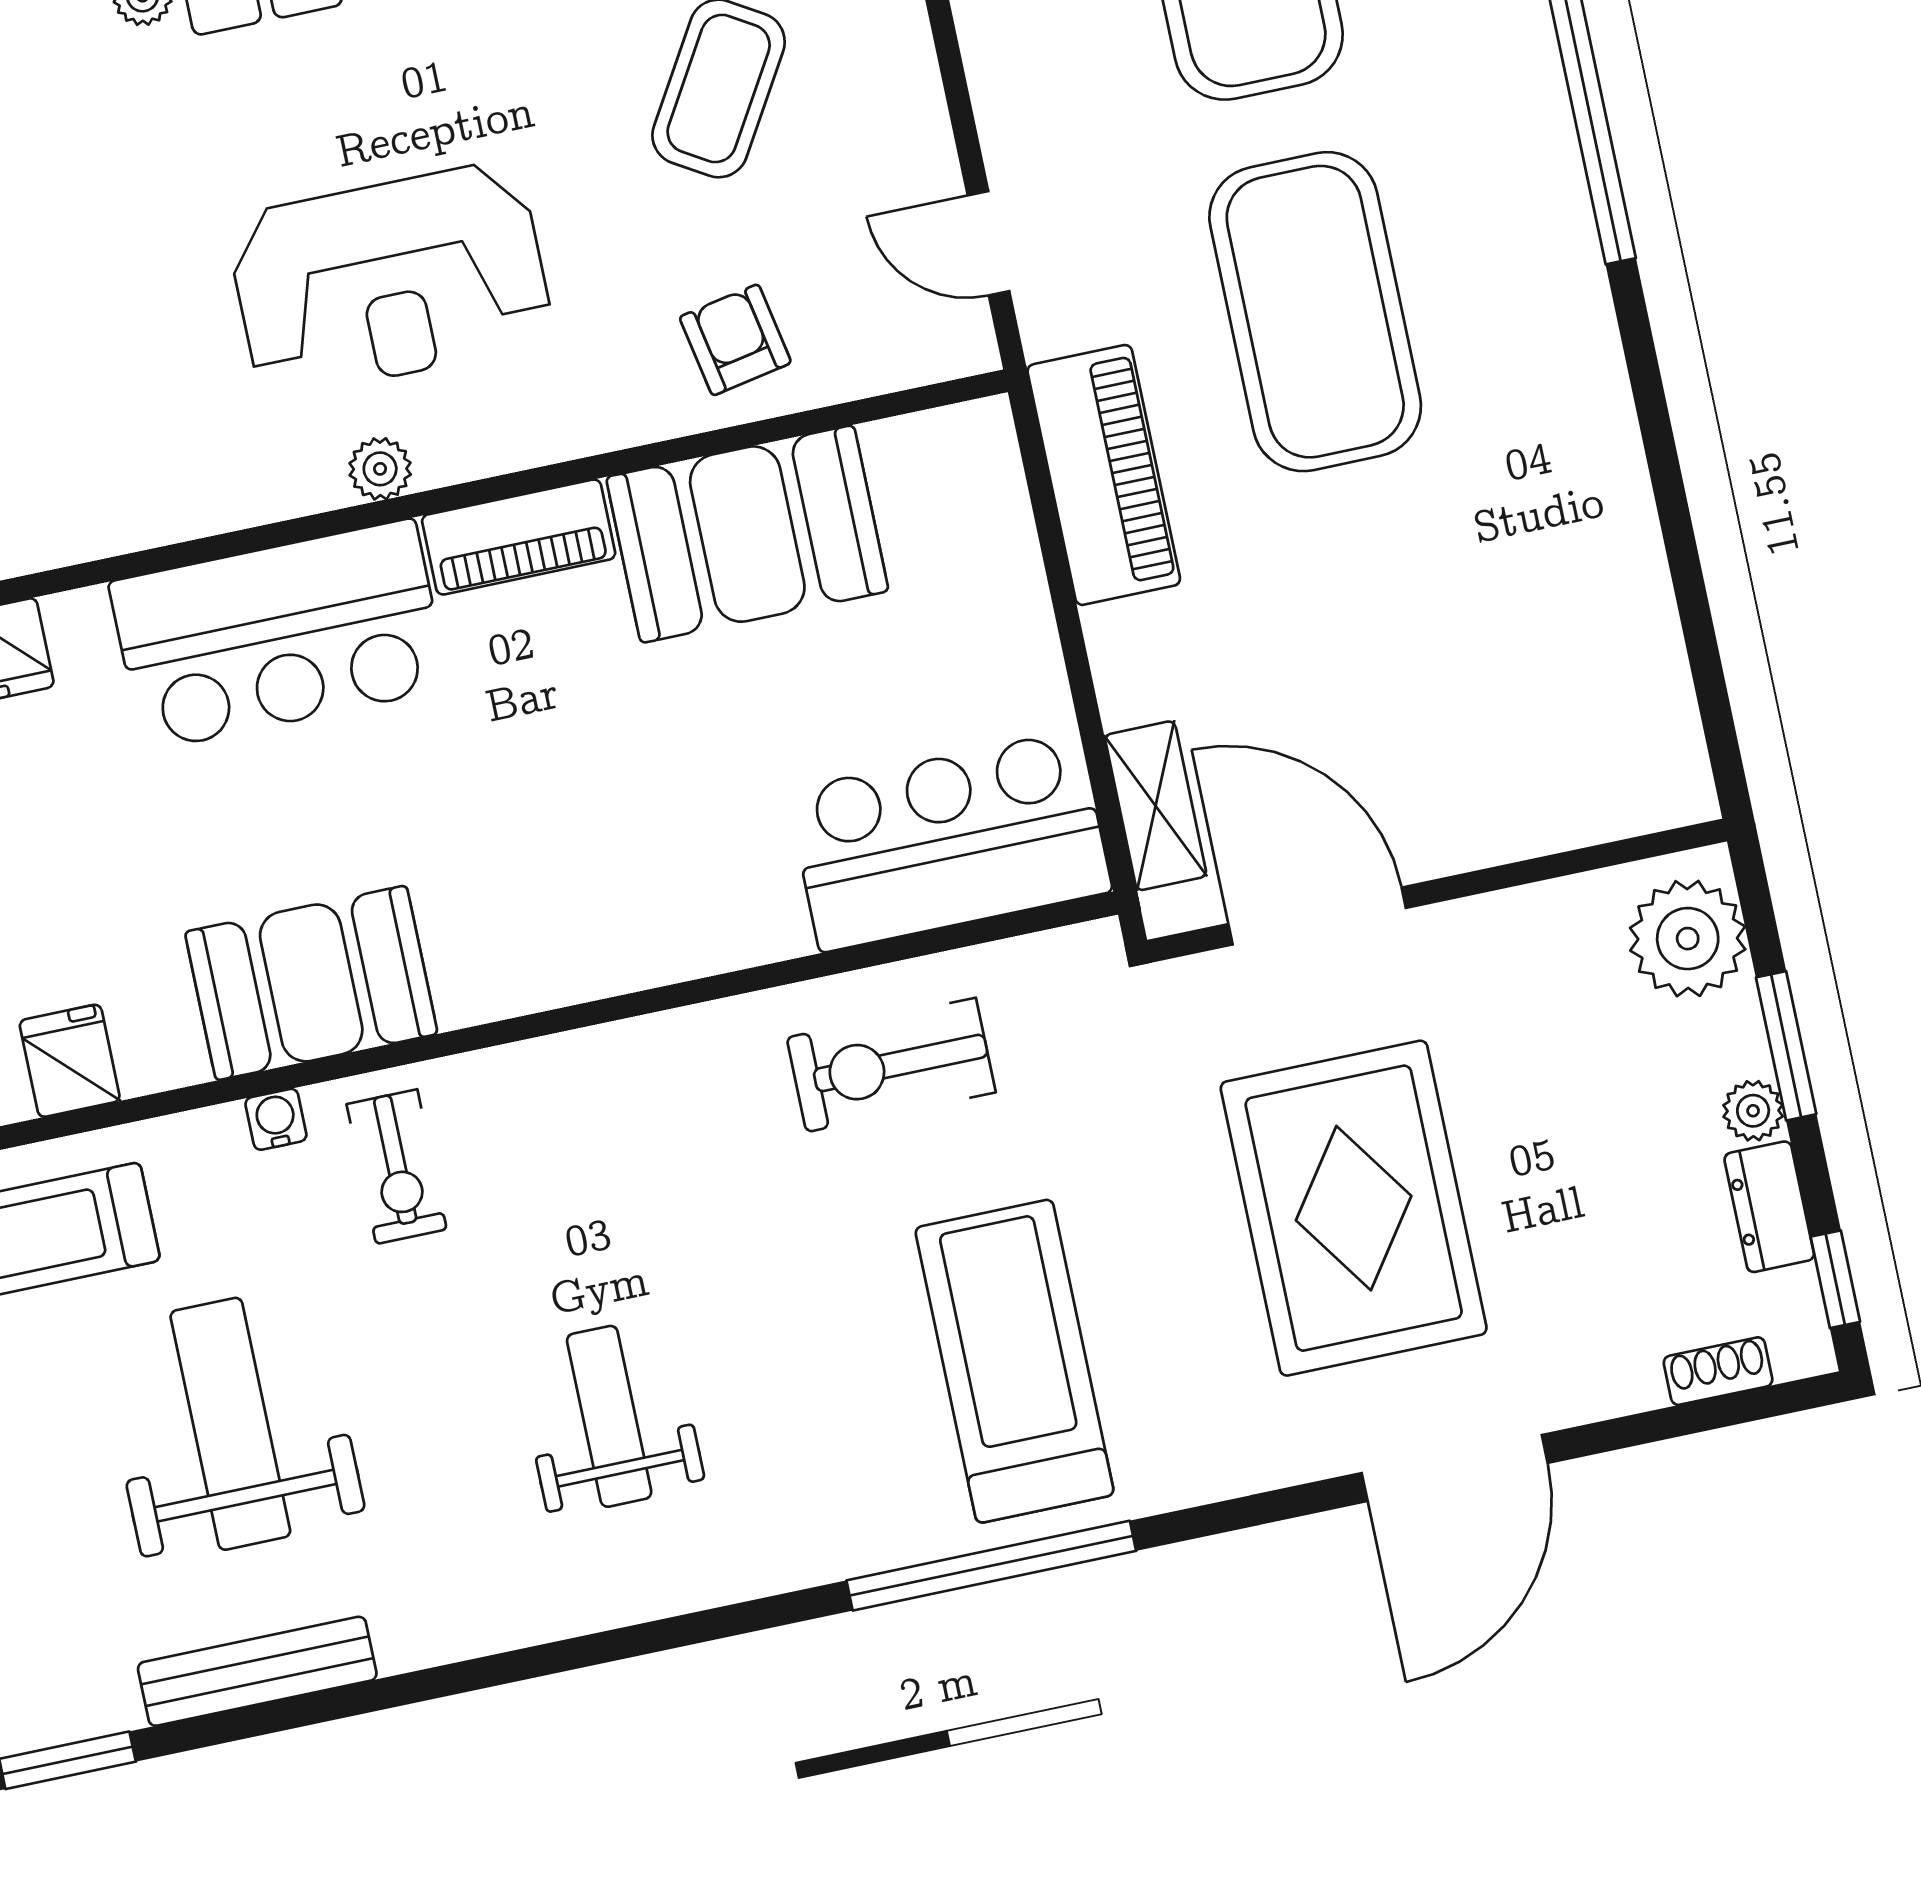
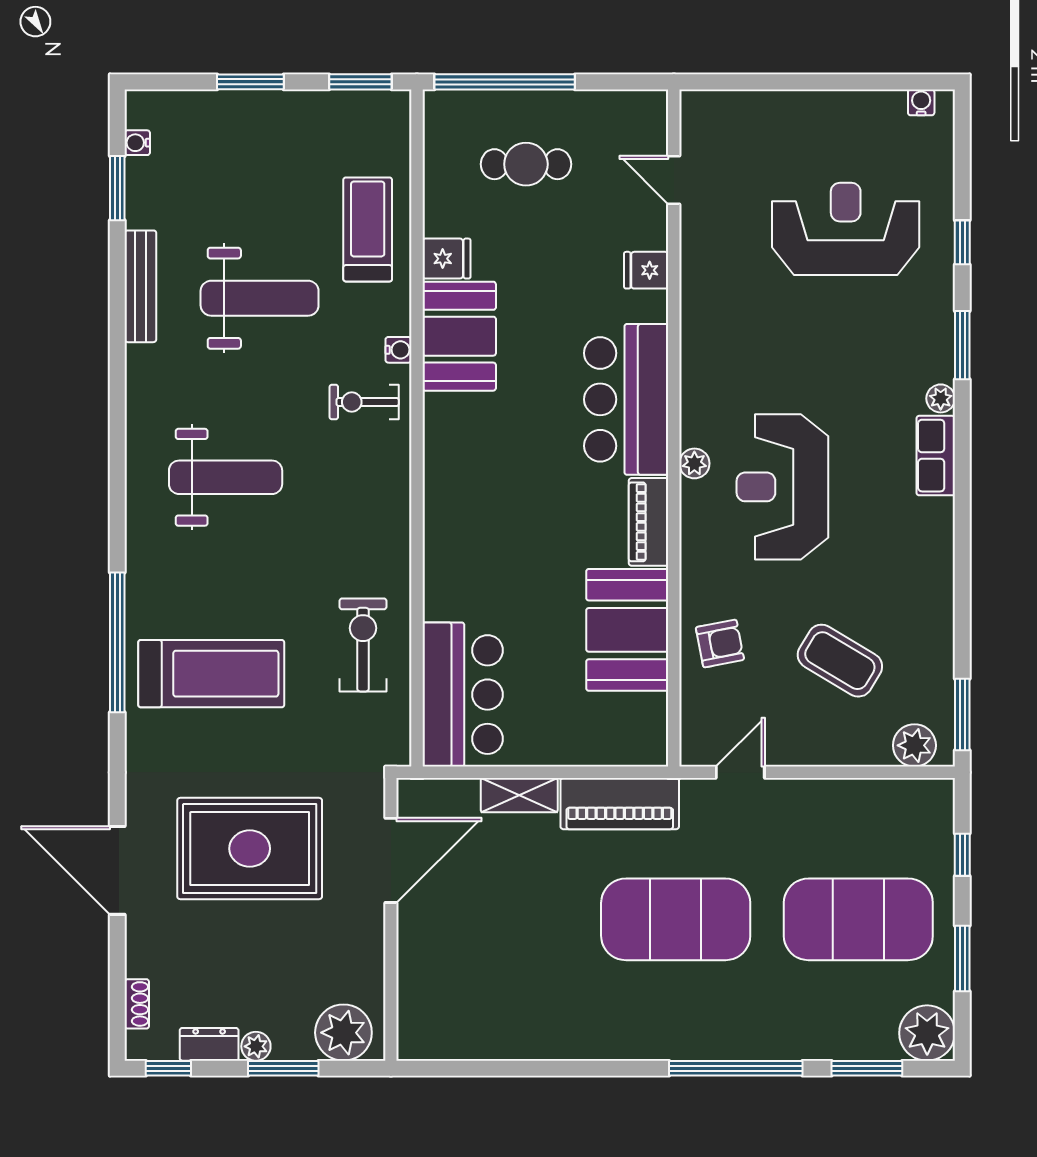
shelving: (1156, 806) -> (519, 795), moved
booth: (311, 983) -> (459, 336), moved
weight bench: (609, 1416) -> (226, 477), width x1.36, depth x1.33

